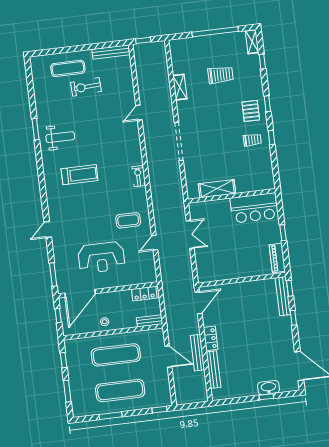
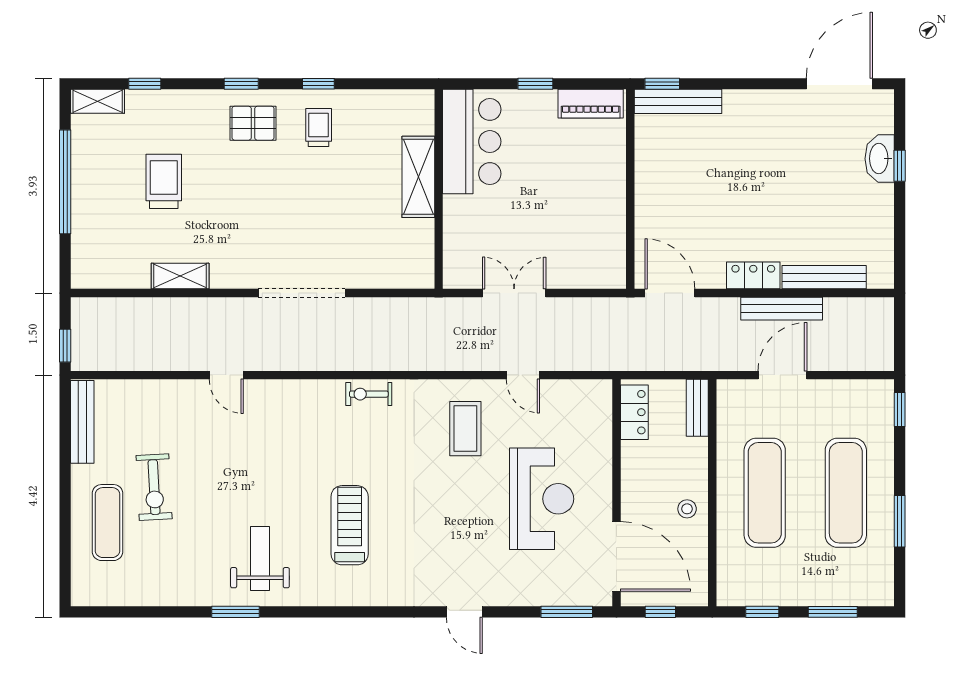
shelving: (217, 189) -> (418, 177), moved
window: (293, 318) -> (729, 84), removed

